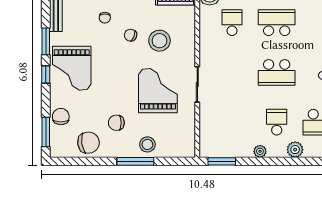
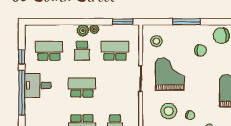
grand piano: (158, 91) -> (170, 74), turned 180
school desk: (232, 122) -> (115, 51), added
stool: (147, 144) -> (156, 41), moved
plant: (295, 150) -> (83, 30), moved

